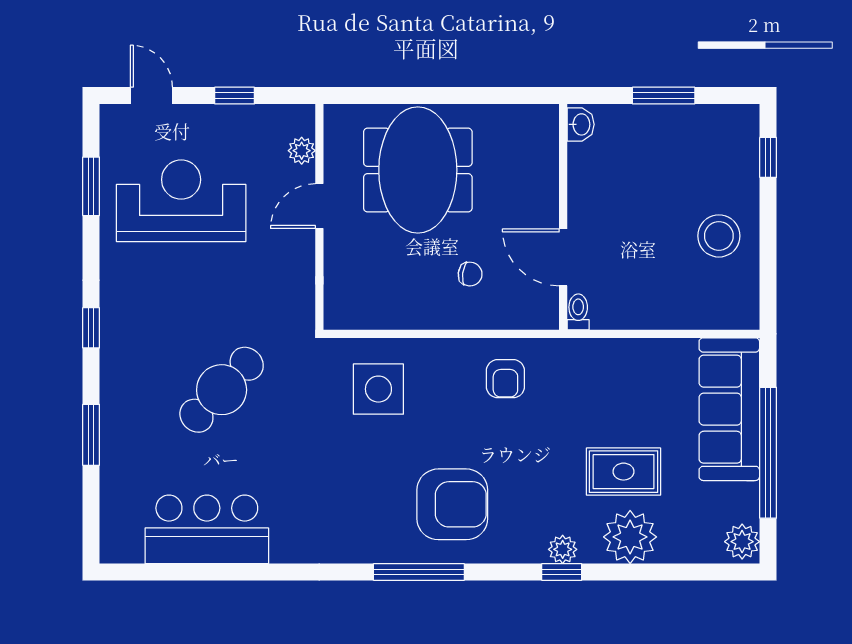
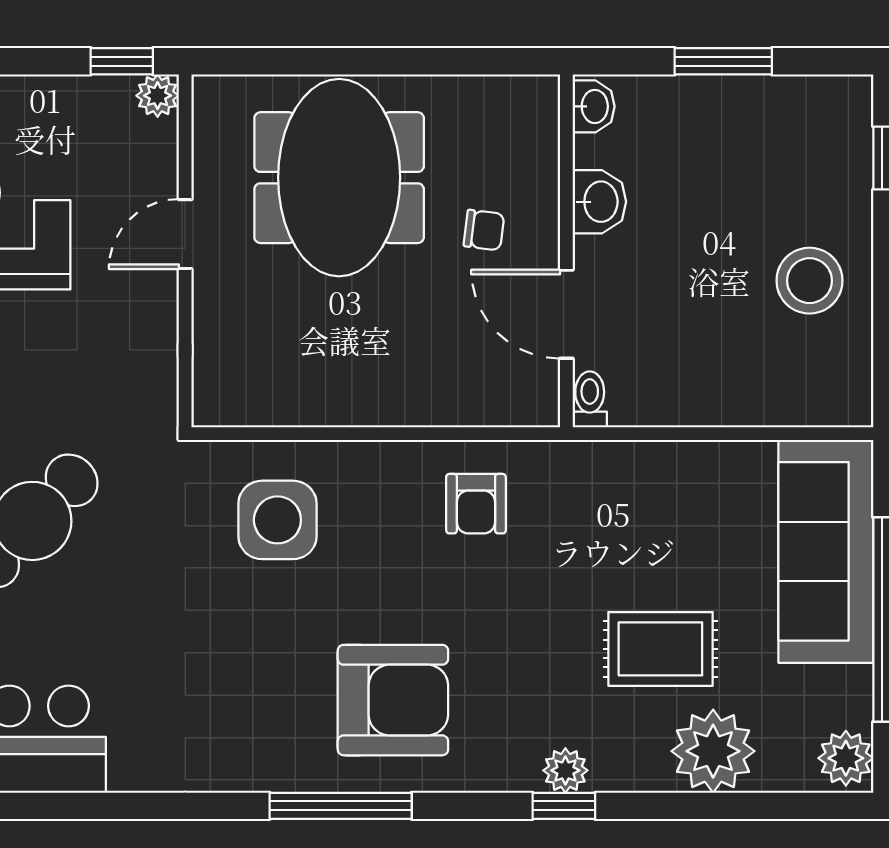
window: (235, 96) -> (122, 61), moved
plant: (302, 151) -> (158, 96), moved
washbasin: (584, 185) -> (599, 202), added
chair: (470, 274) -> (484, 230), moved
plant: (630, 537) -> (713, 751), moved

